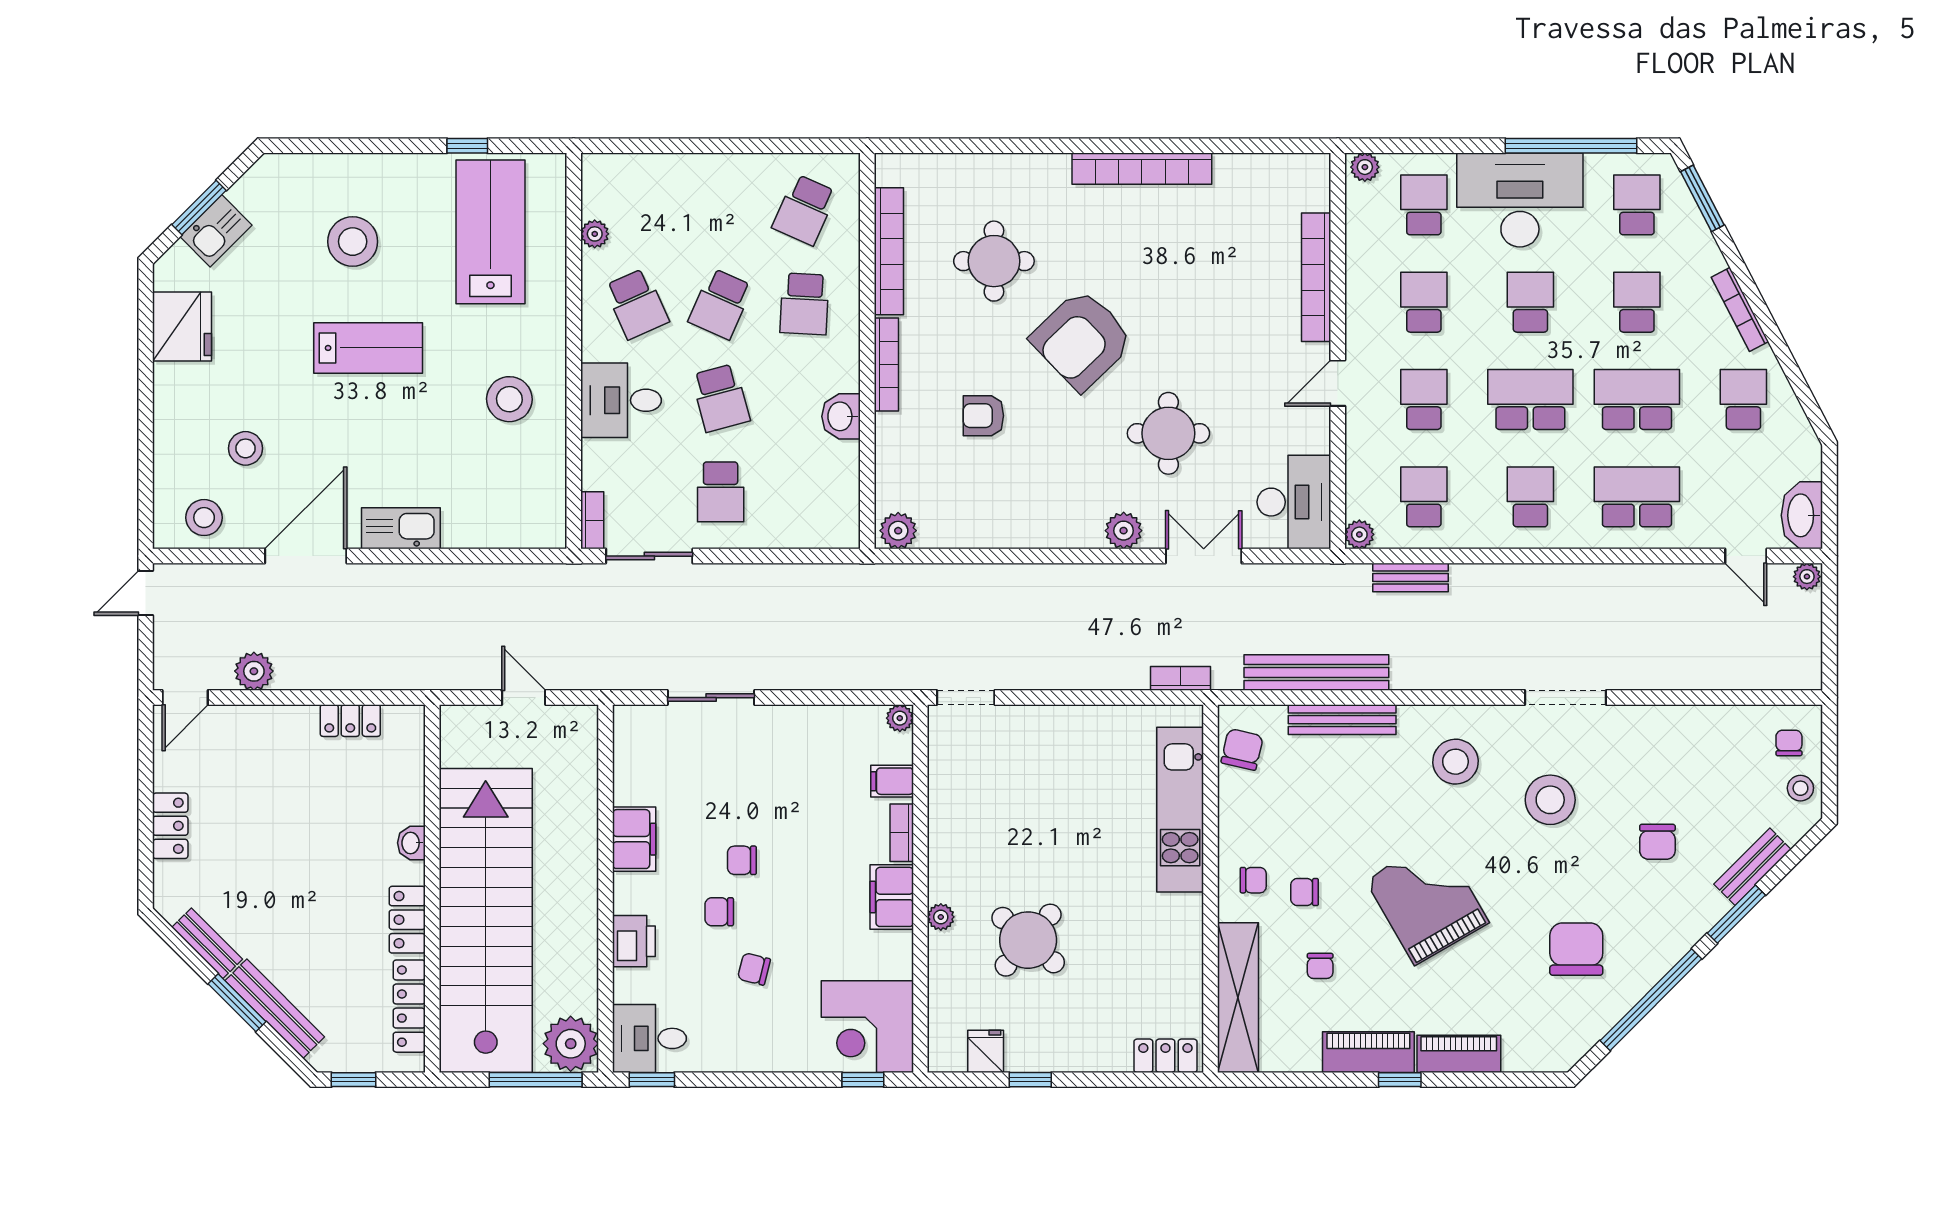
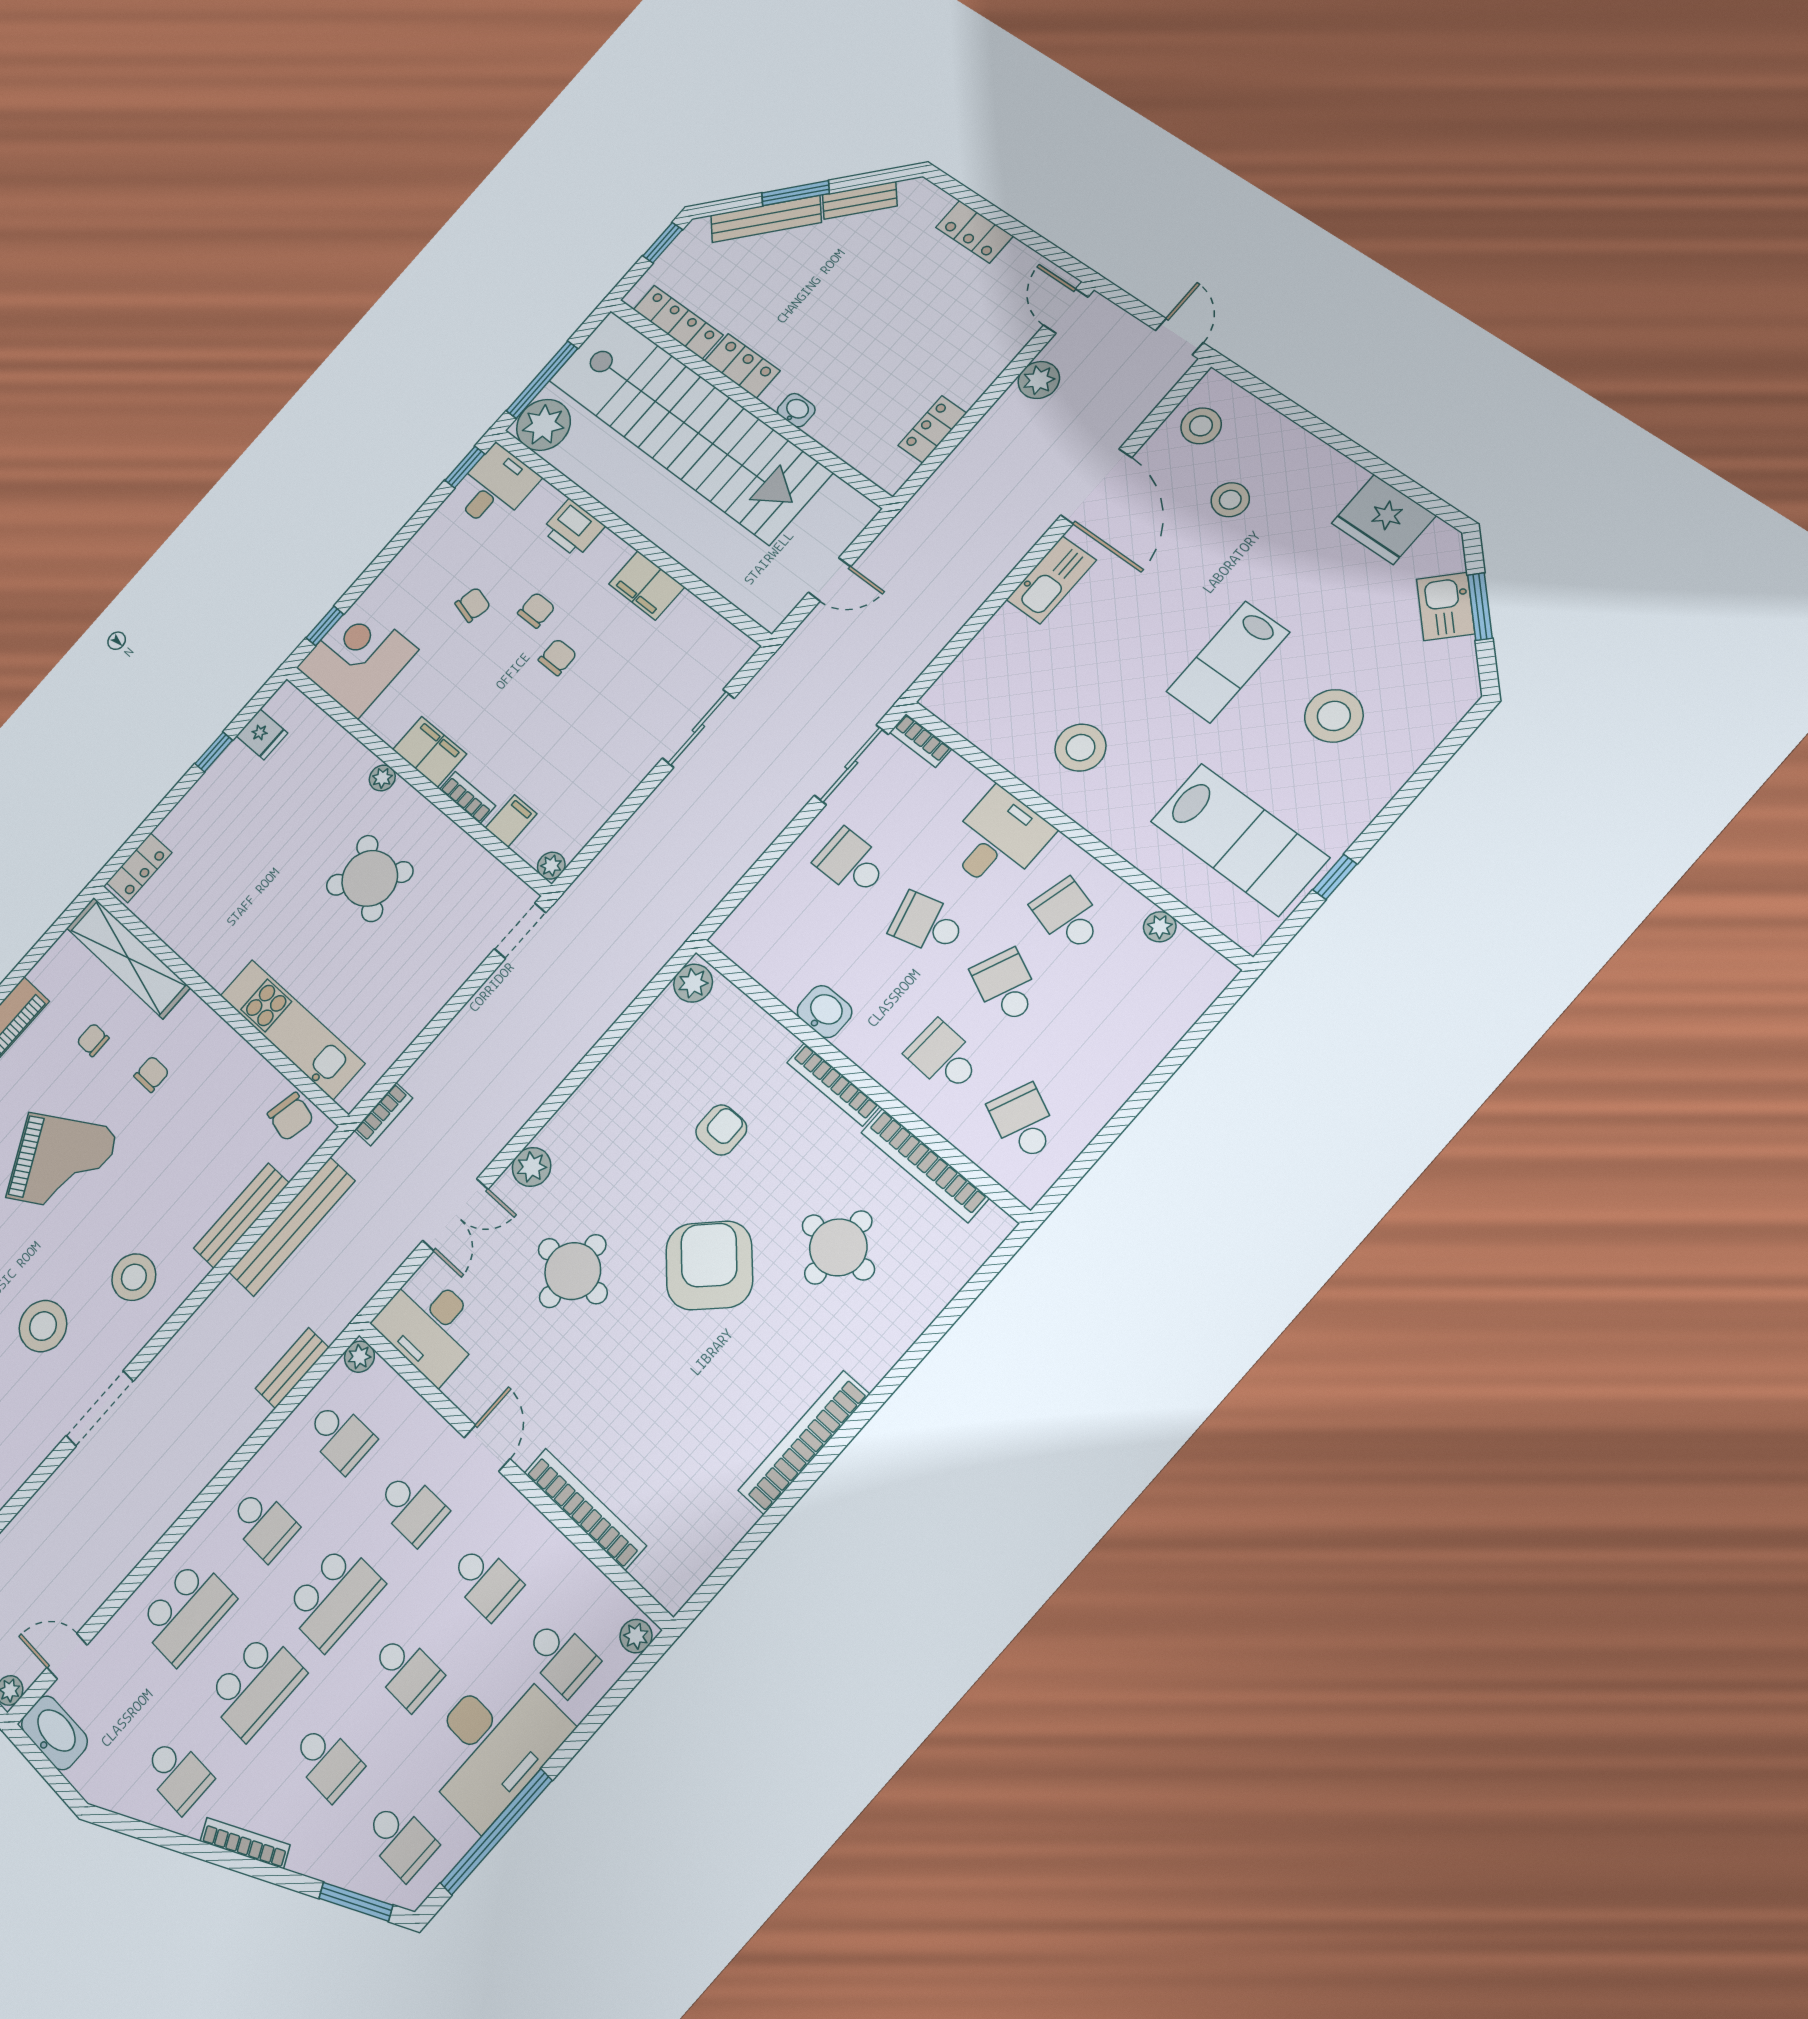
school desk: (637, 304) -> (1068, 916), turned 39
chair: (1253, 880) -> (194, 1042), removed
round table: (1028, 940) -> (370, 878), moved

